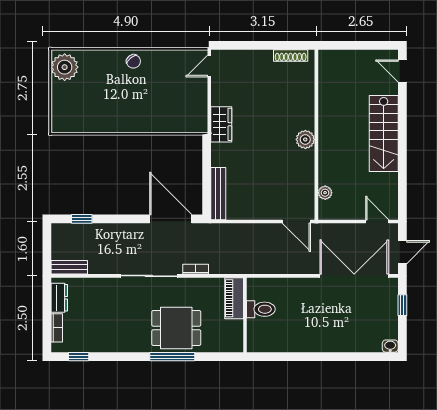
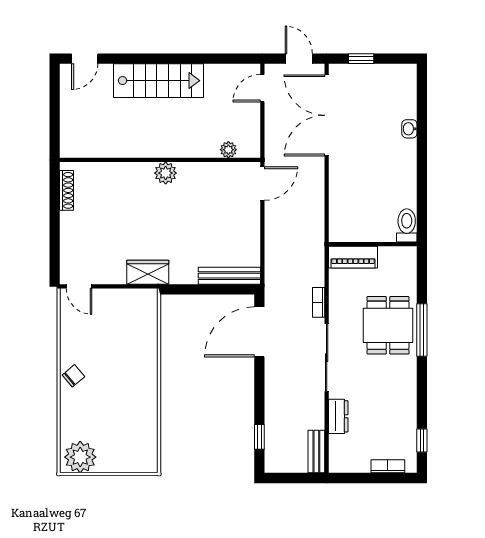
dresser: (59, 298) -> (338, 416), moved, turned 90
toilet: (261, 309) -> (407, 225), moved
washbasin: (390, 346) -> (409, 129), moved

